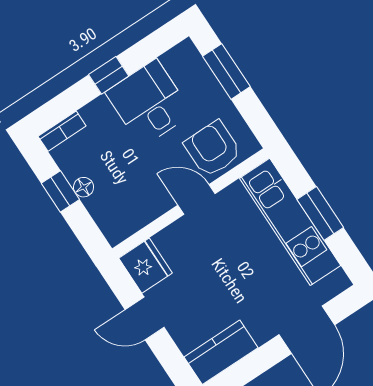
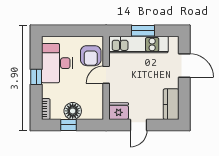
window: (226, 71) -> (65, 31), removed
desk: (149, 103) -> (57, 63), width x1.37
armchair: (213, 149) -> (91, 56), turned -90
floor lamp: (84, 187) -> (73, 111), width x1.89, depth x1.89

